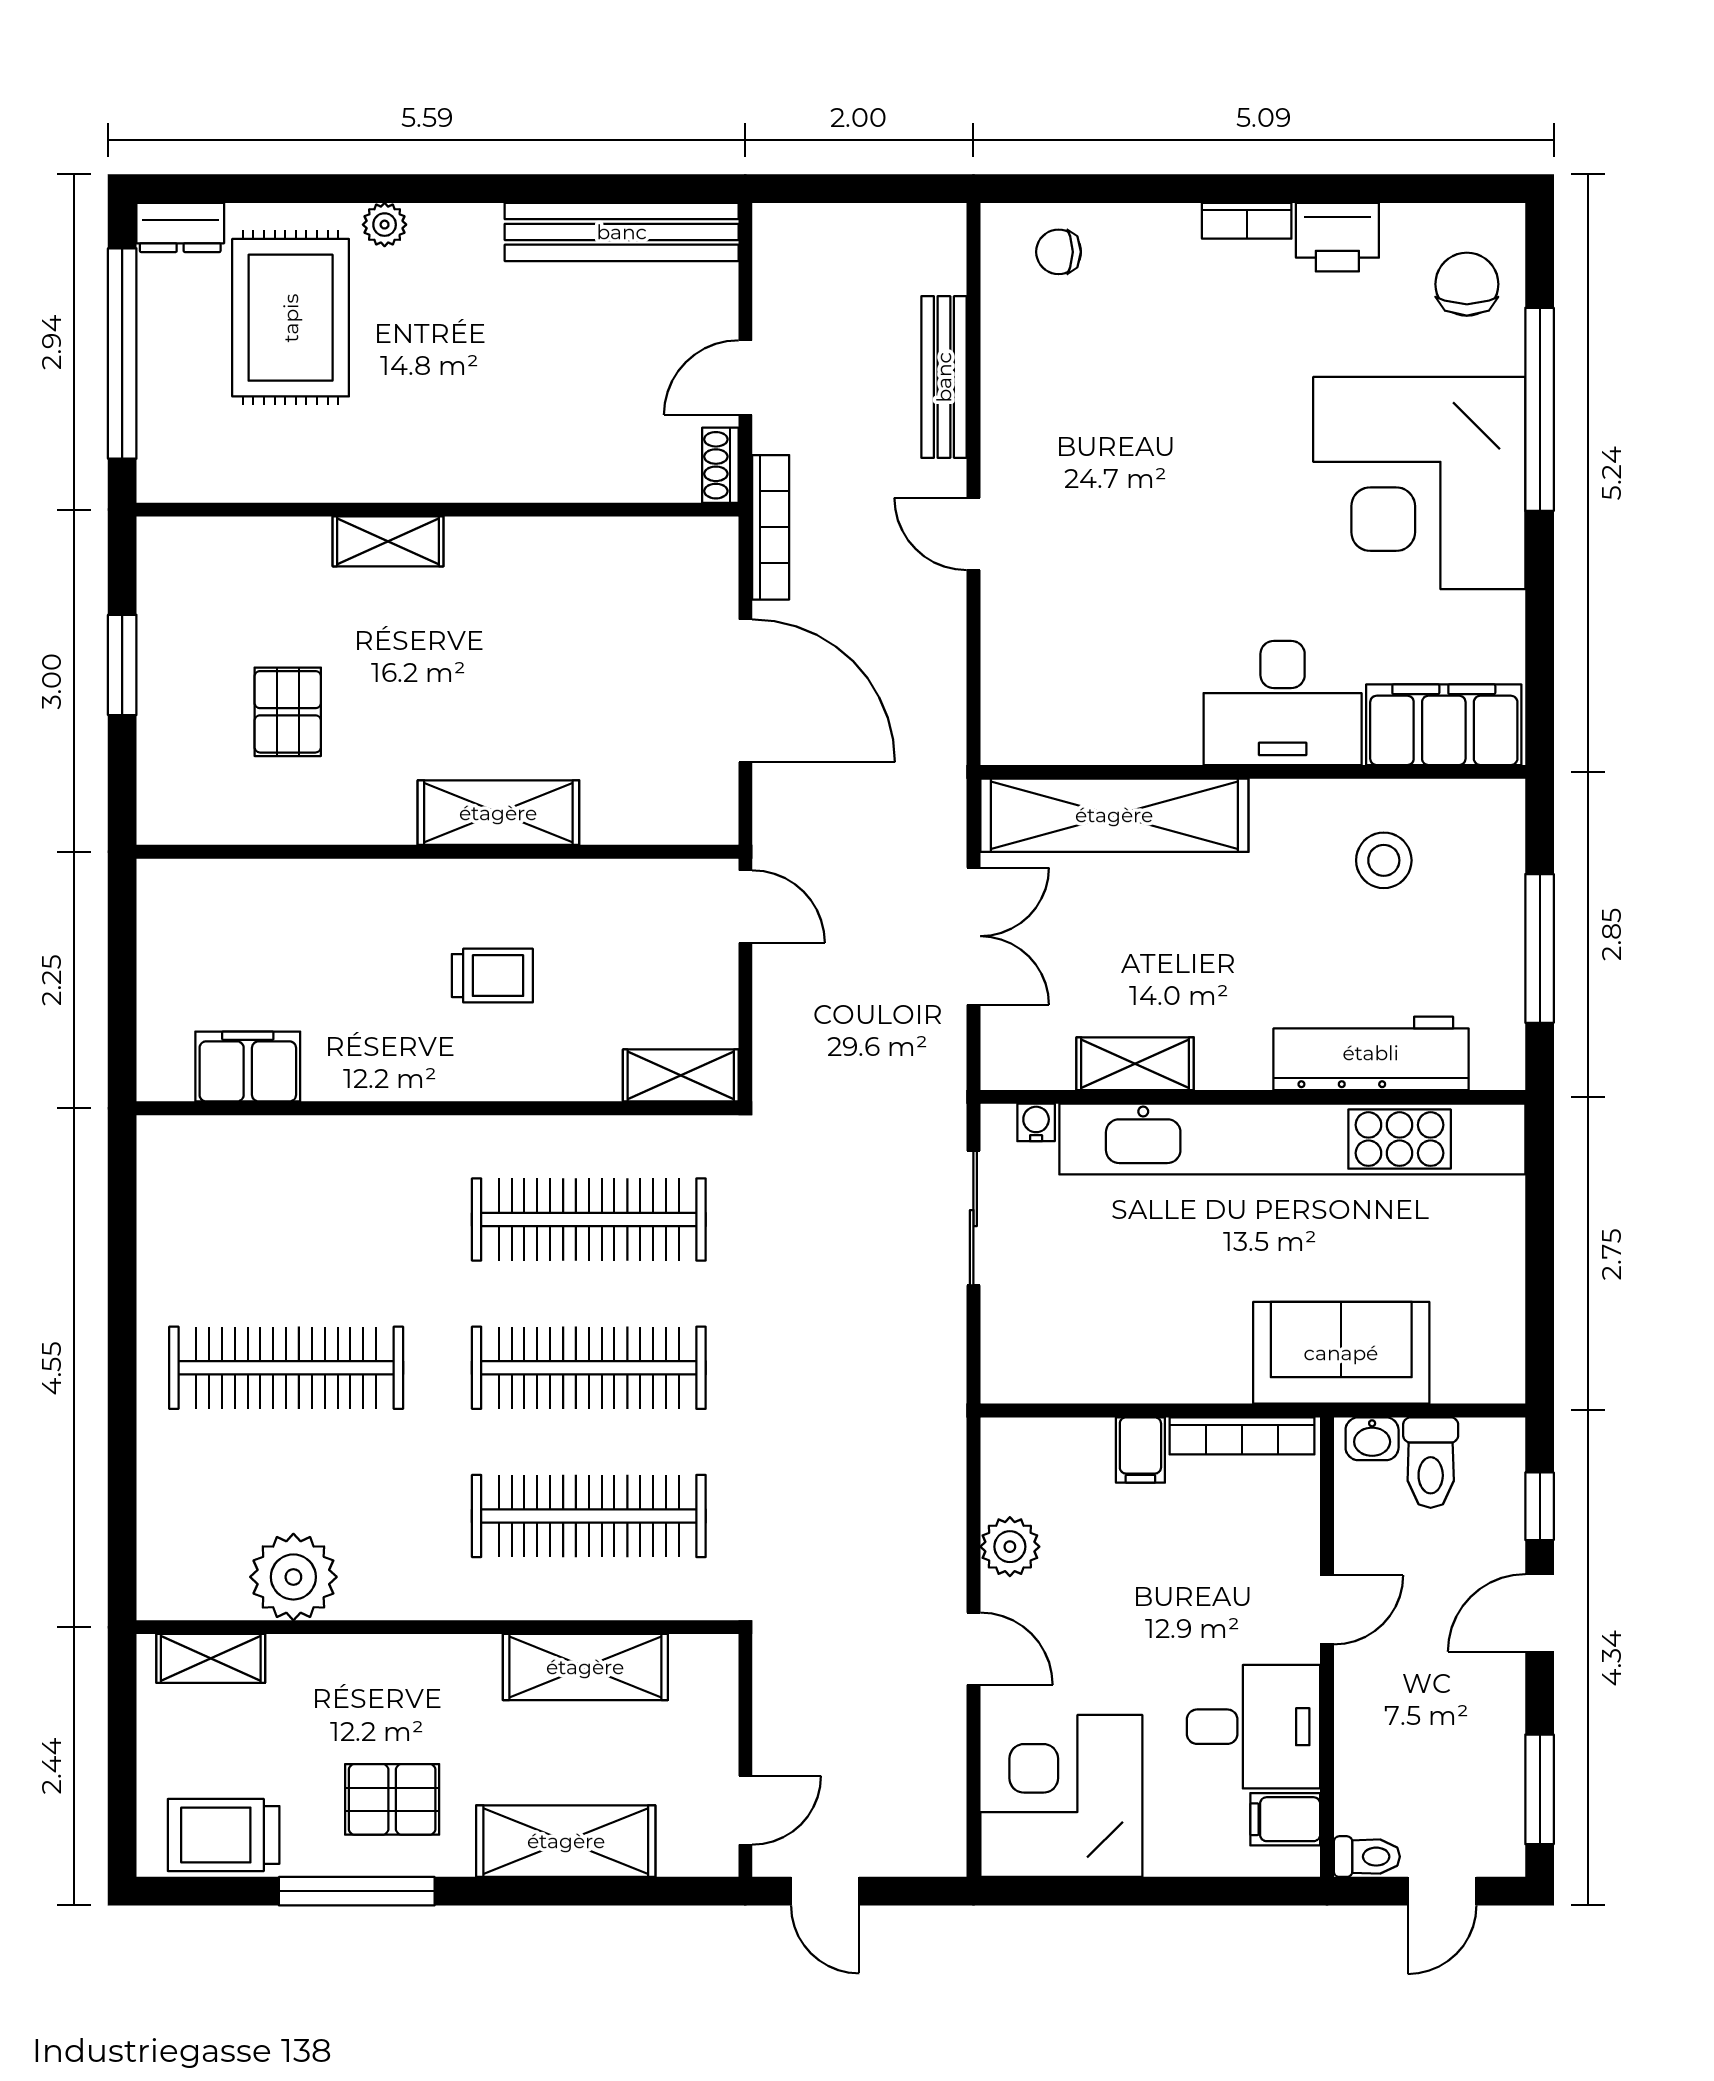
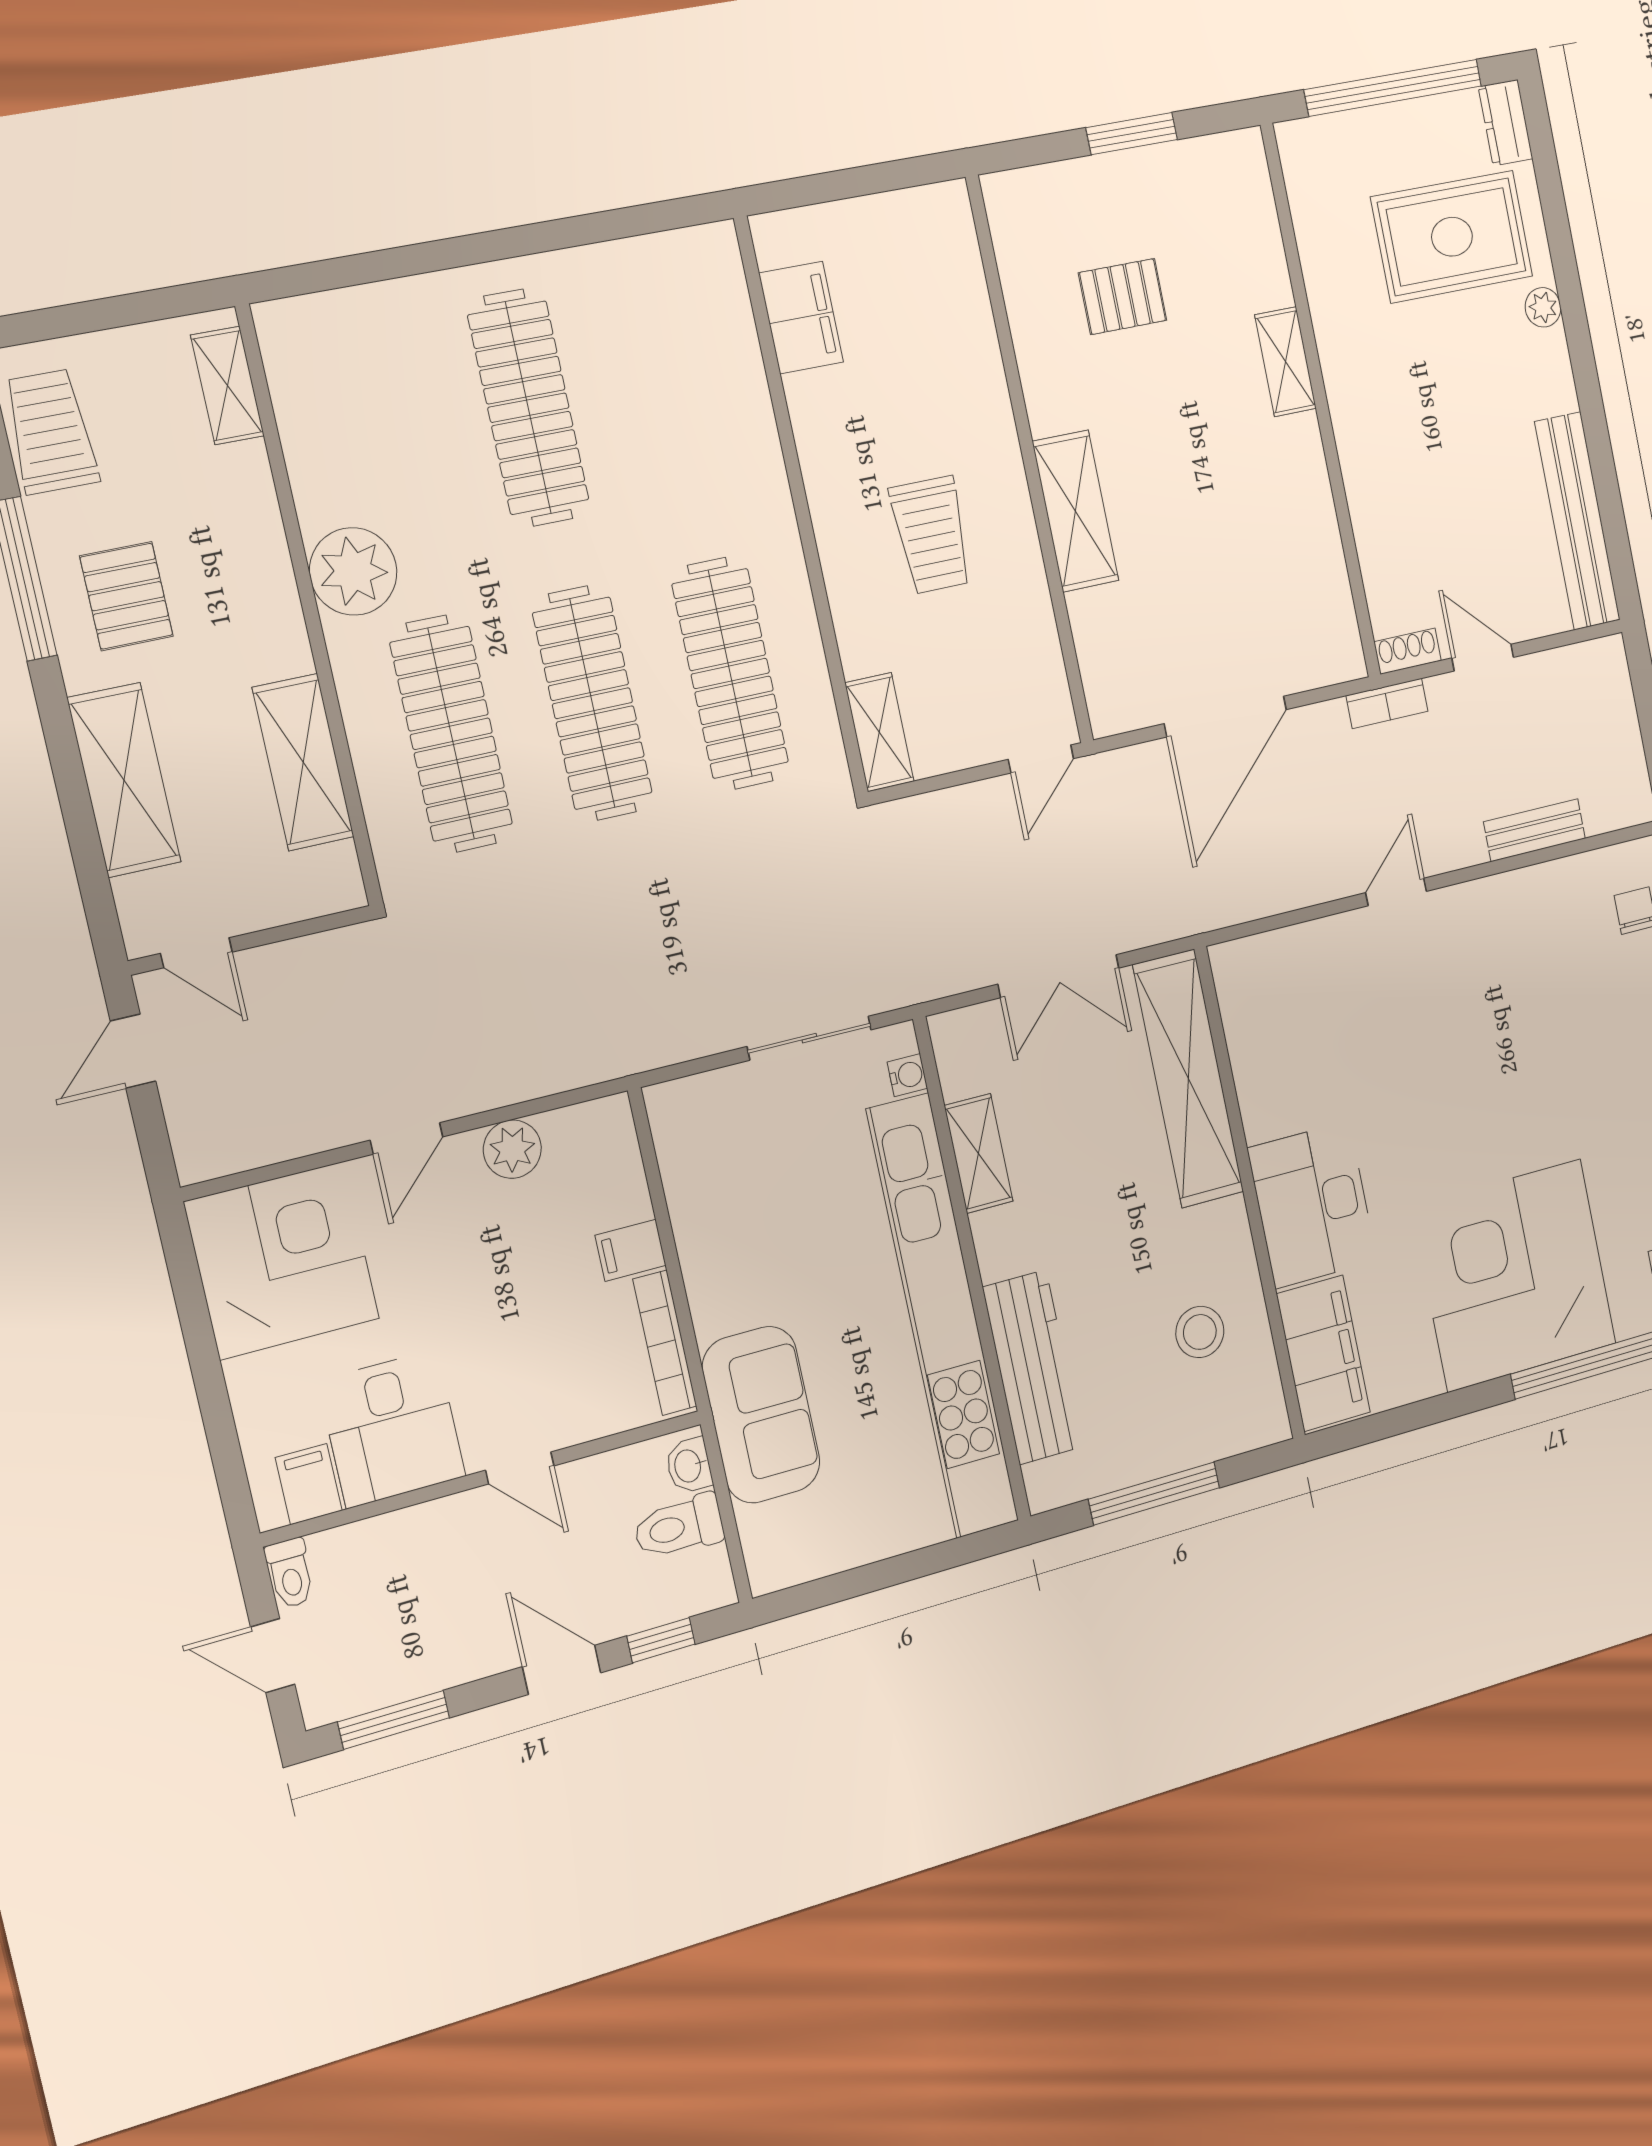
bench: (944, 377) -> (1535, 830), width x0.73
bookcase: (771, 527) -> (1387, 703), width x0.64
trolley: (492, 976) -> (931, 535), width x1.36, depth x1.39
plant: (293, 1577) -> (353, 571), moved

